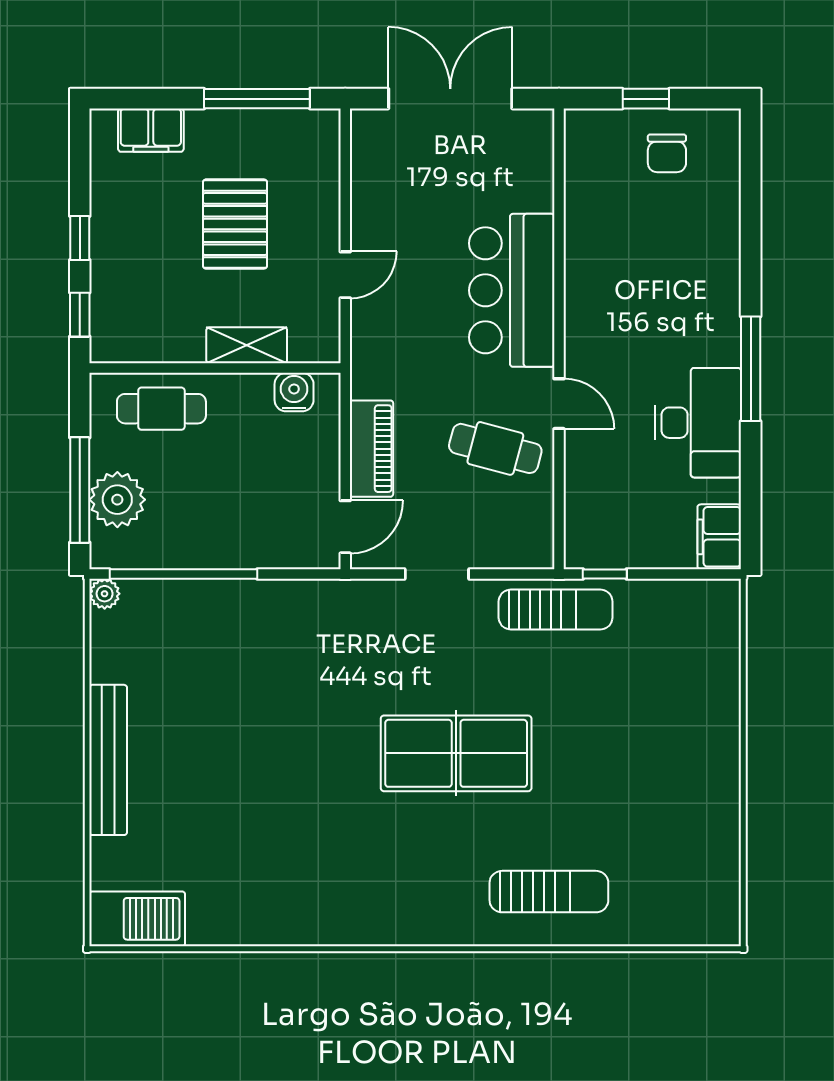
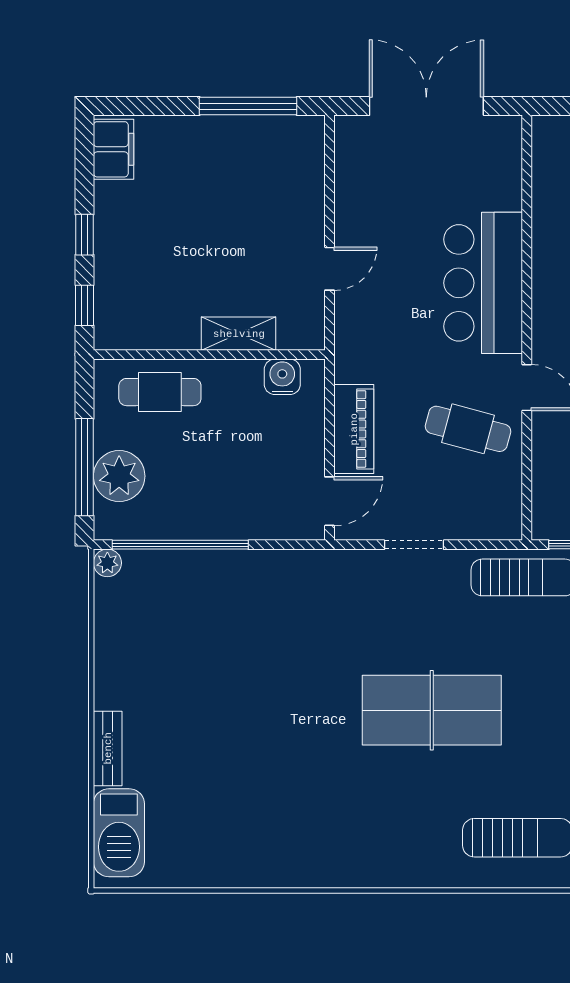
filing cabinet: (151, 130) -> (114, 149), moved, turned -90
pallet: (235, 224) -> (228, 222), removed
bench: (108, 760) -> (108, 748), width x0.54, depth x0.82
barbecue: (137, 919) -> (119, 833), moved, turned 90

